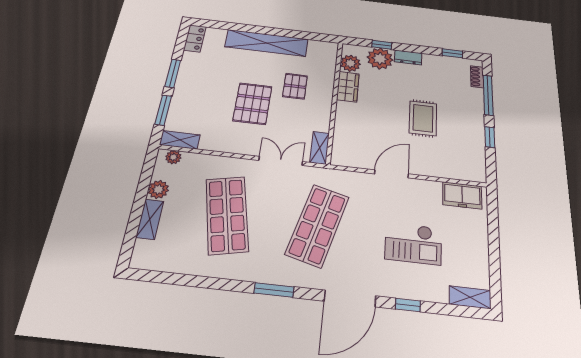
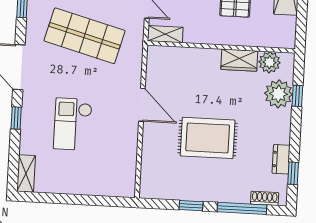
dresser: (408, 57) -> (281, 159), moved
rug: (423, 118) -> (208, 138), width x1.36, depth x1.43
freezer: (462, 195) -> (124, 173), removed

